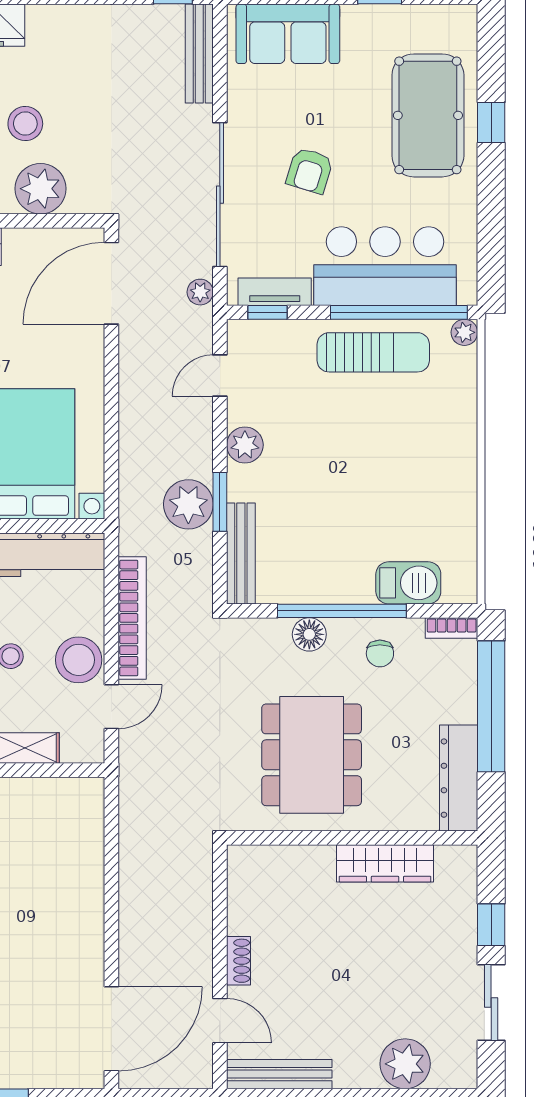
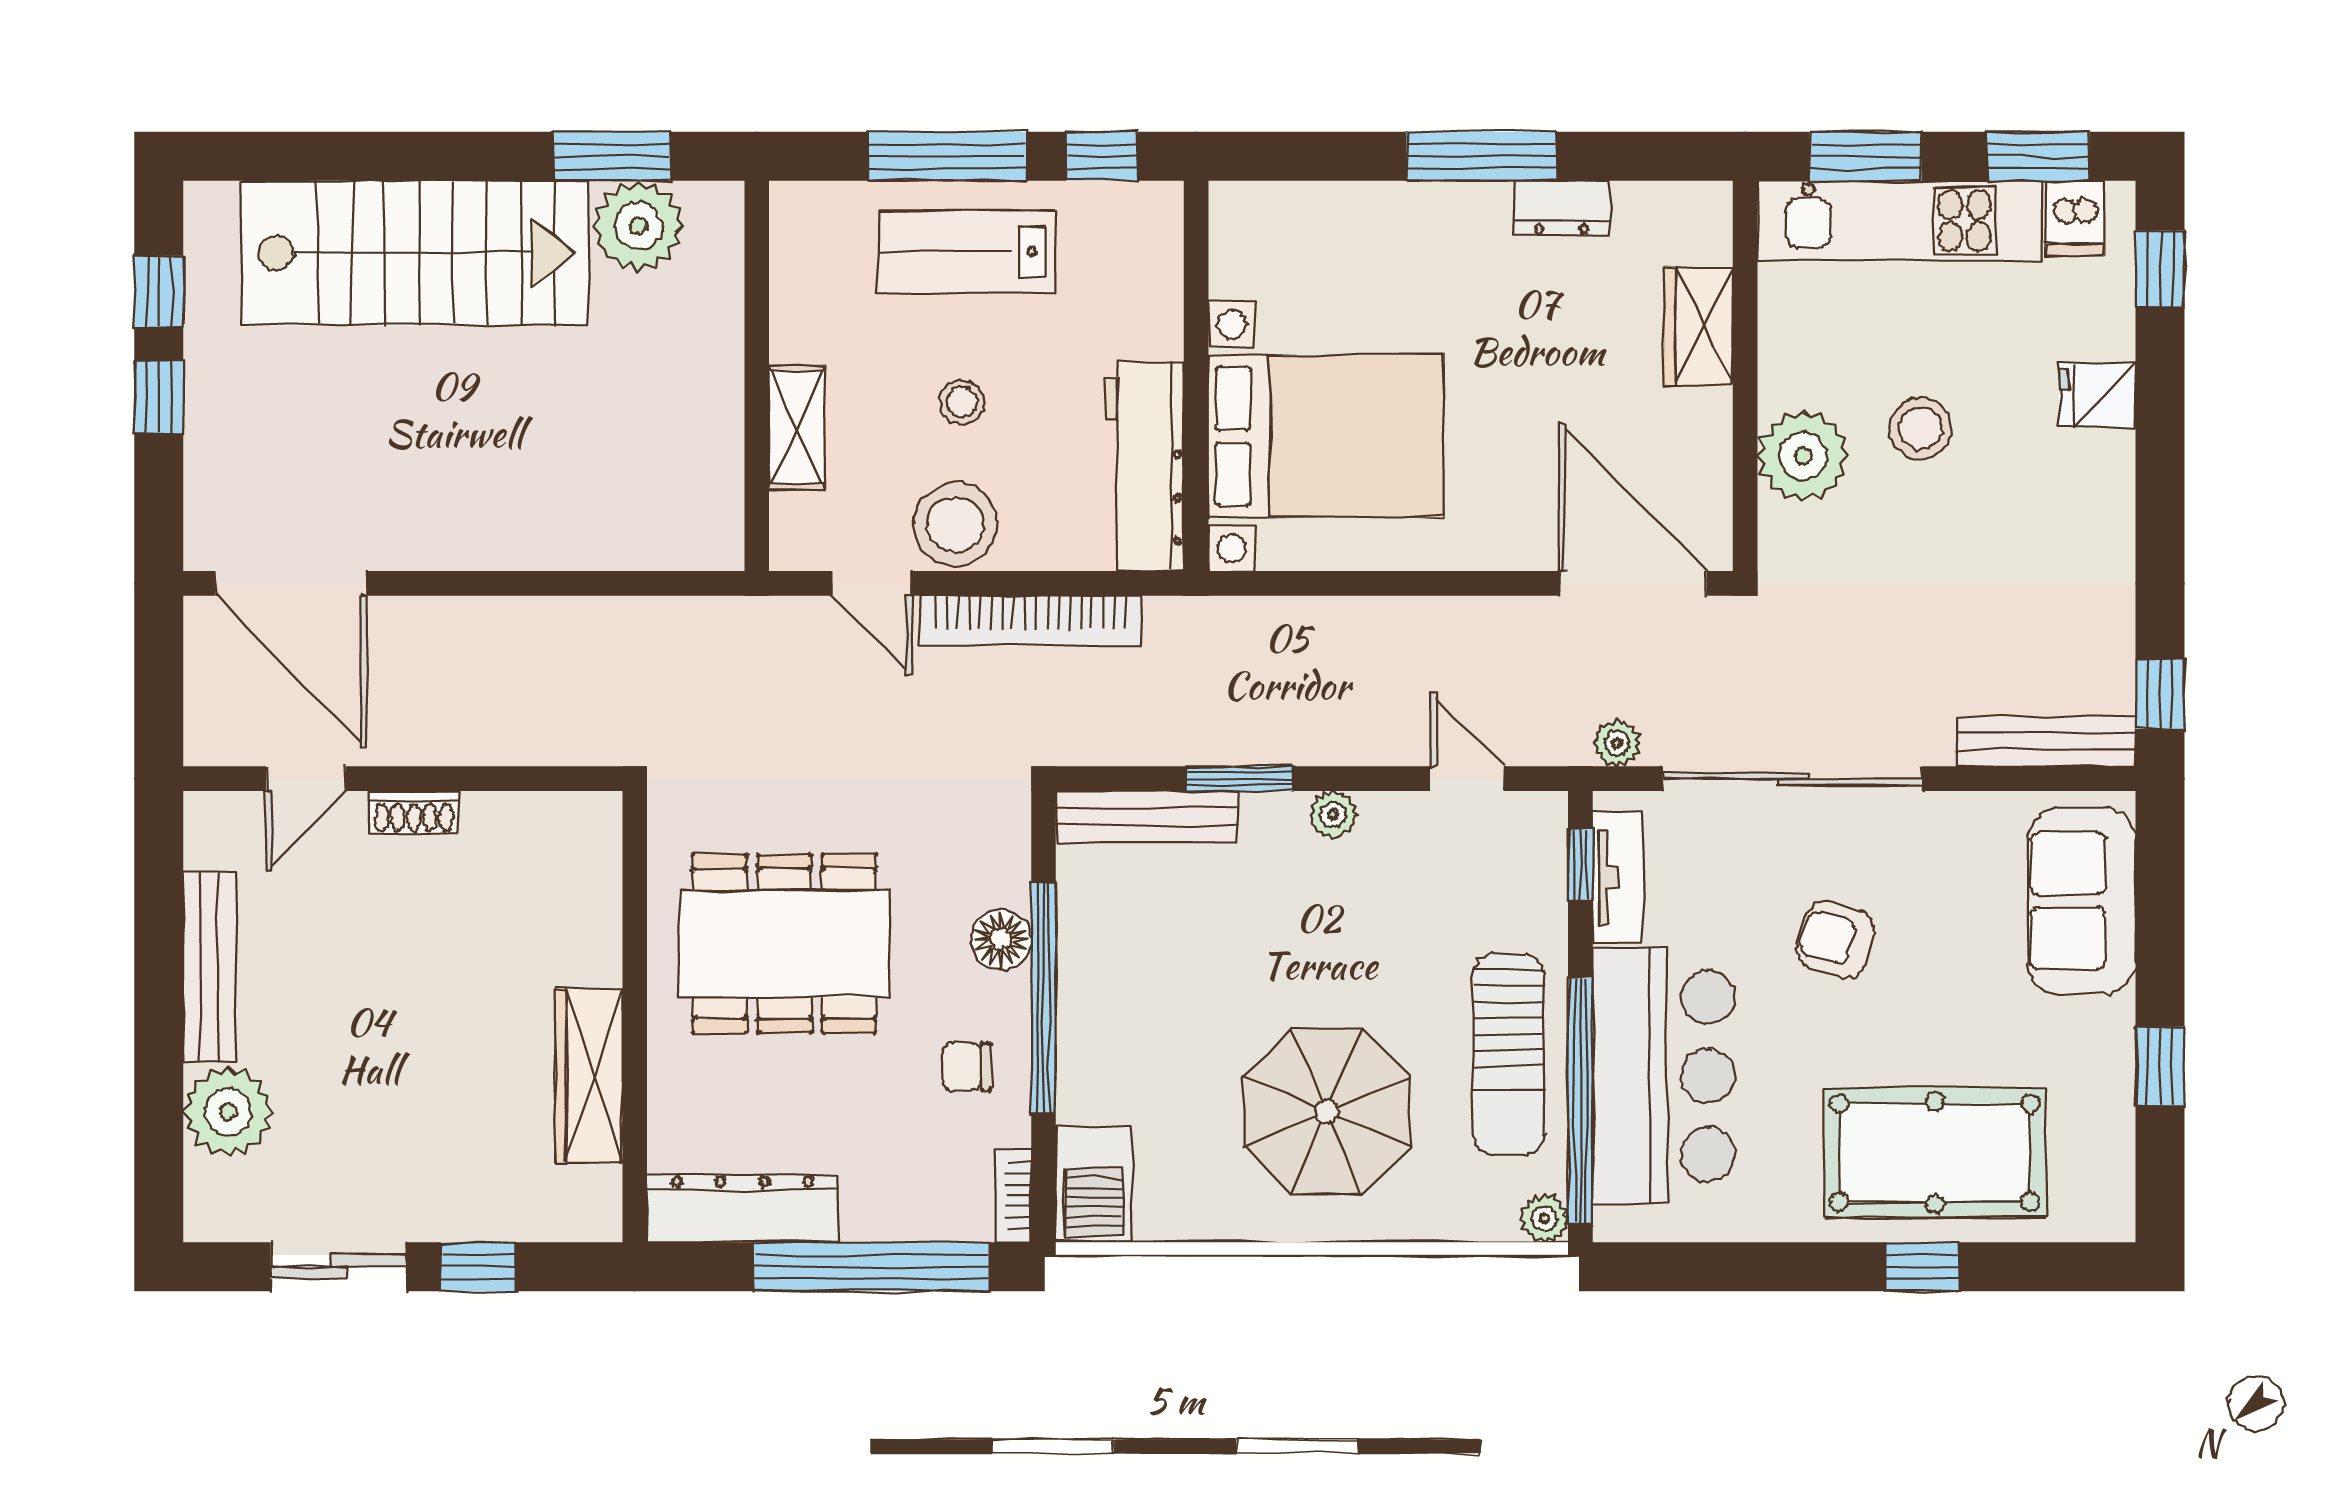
plant: (245, 445) -> (1333, 815), width x0.73, depth x0.73
parasol: (405, 453) -> (1327, 1111), added
plant: (188, 504) -> (1235, 722), removed
barbecue: (408, 583) -> (1094, 1184), moved
bench: (279, 1074) -> (210, 967), moved

